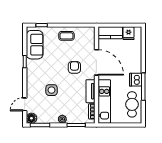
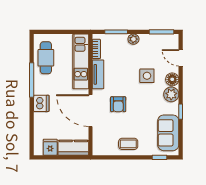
plant: (32, 75) -> (171, 94), added
dishwasher: (136, 80) -> (41, 103), moved
door: (25, 104) -> (181, 58), swing flipped
floor lamp: (31, 118) -> (172, 79), moved

